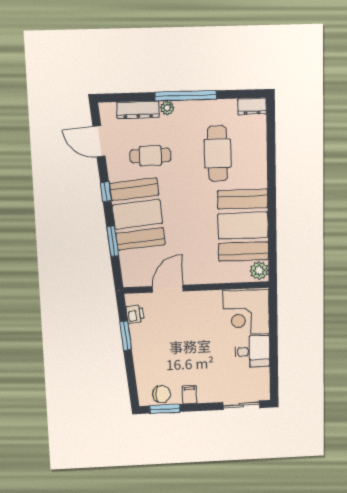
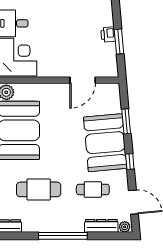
plant: (167, 108) -> (125, 227), moved
cafe table: (218, 153) -> (39, 189), turned 90
printer: (135, 314) -> (108, 34), moved

